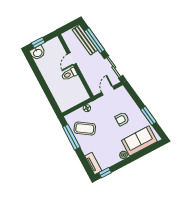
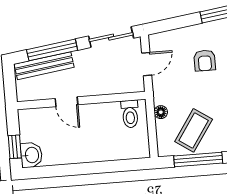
toilet: (69, 74) -> (130, 114), moved
door: (108, 91) -> (147, 64), swing flipped

